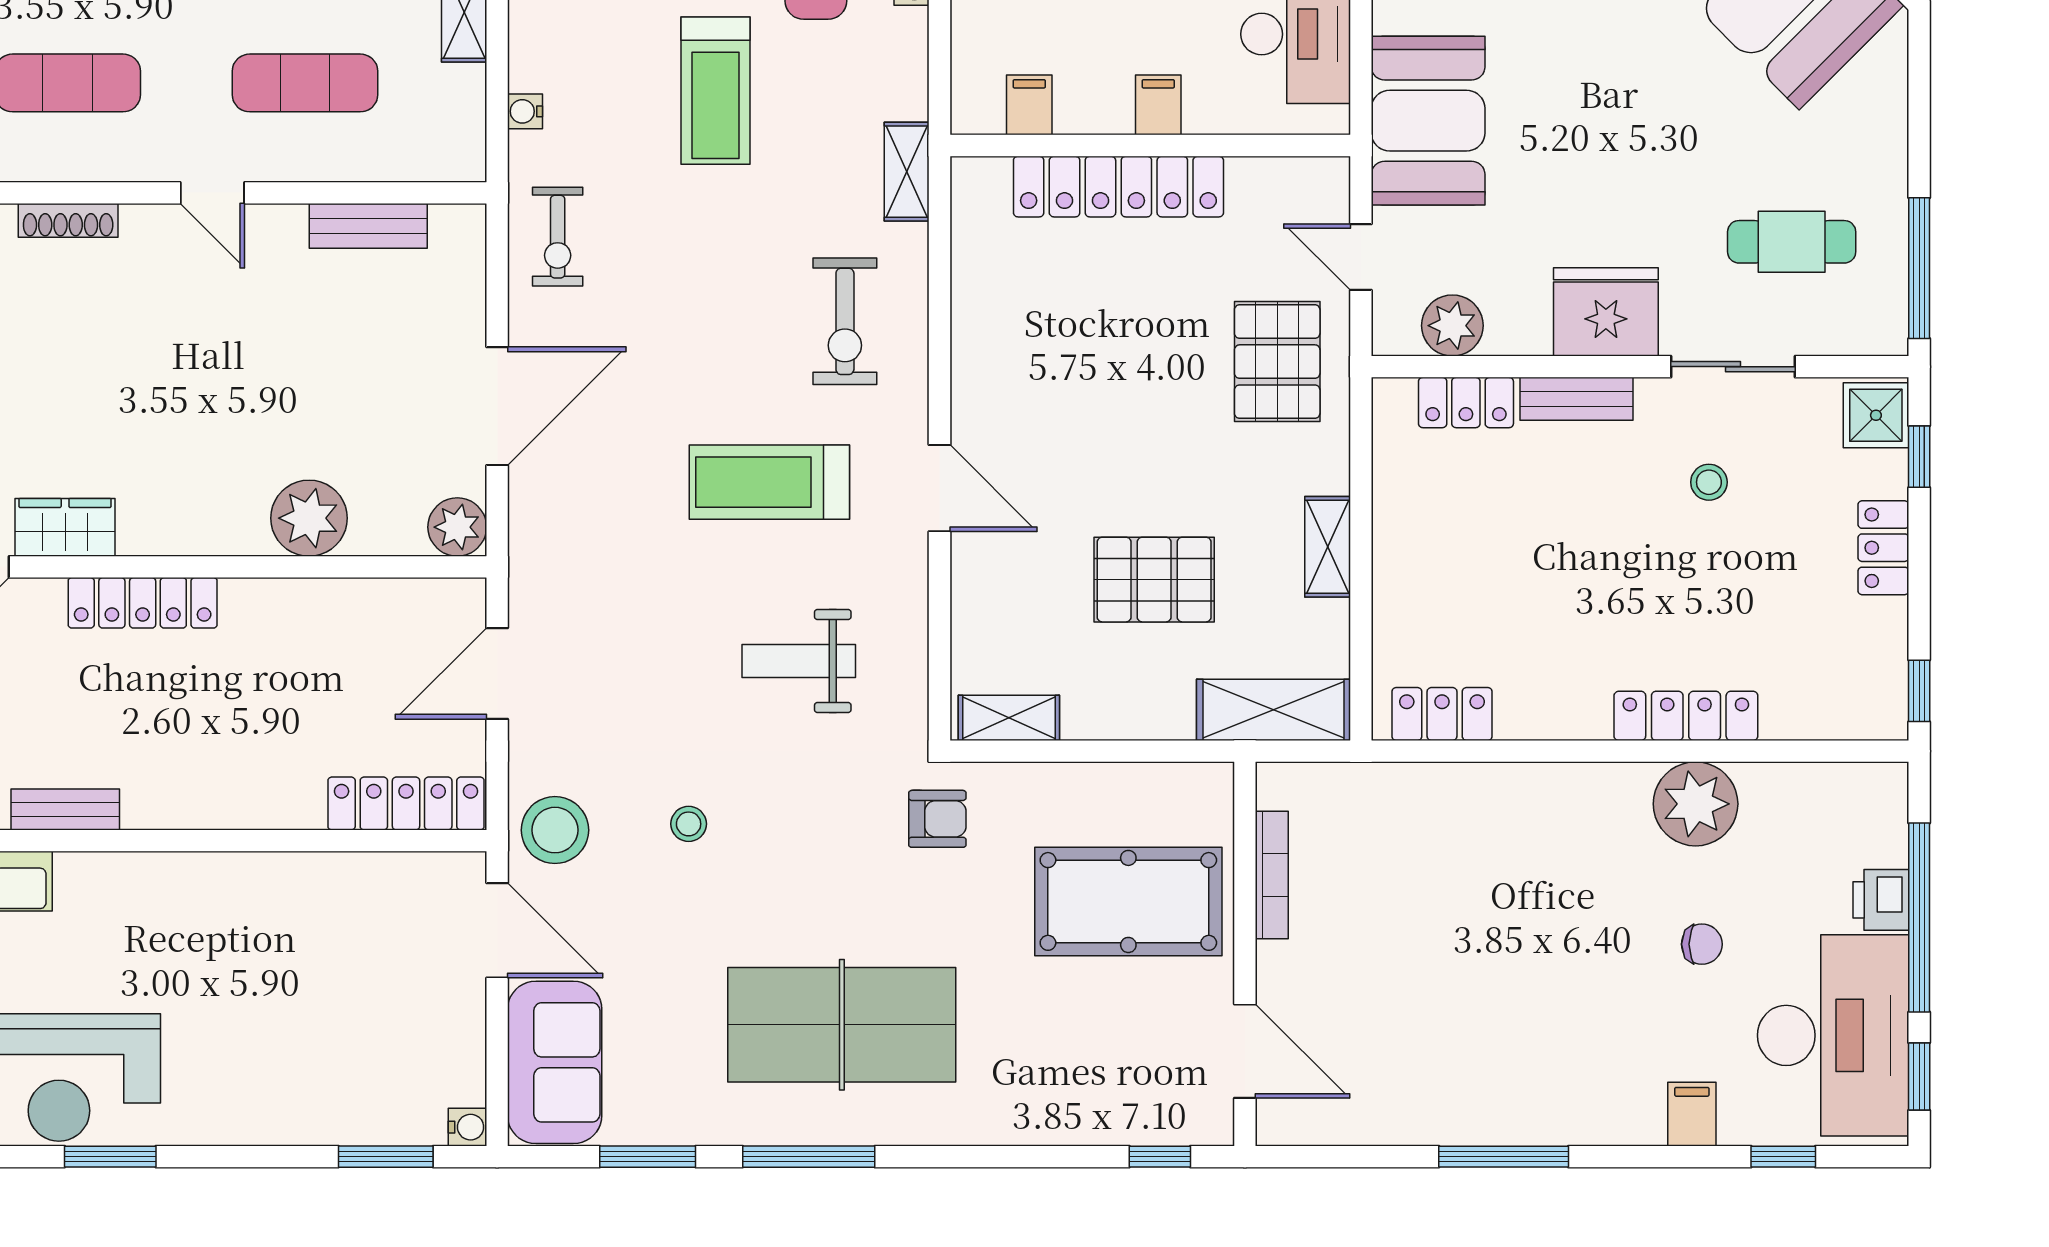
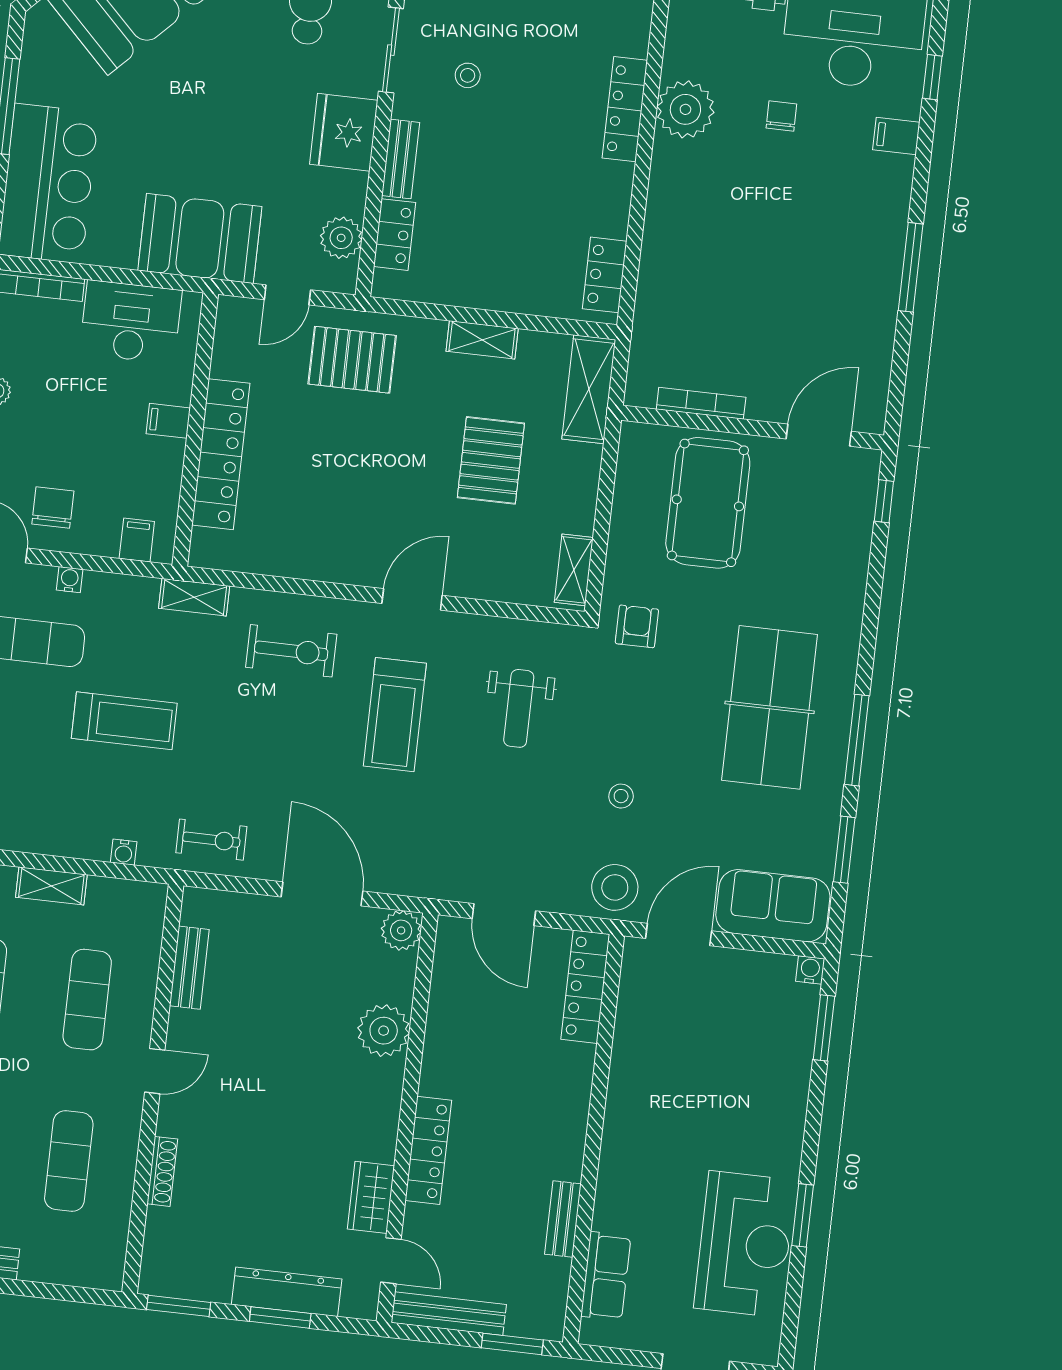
filing cabinet: (1029, 105) -> (137, 540), moved, turned 90

